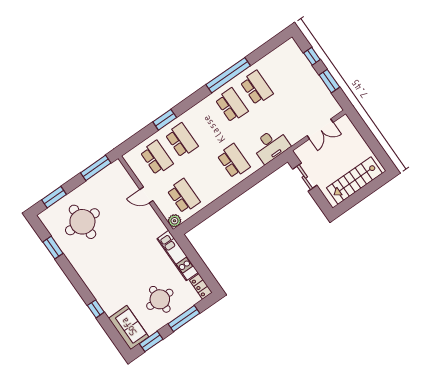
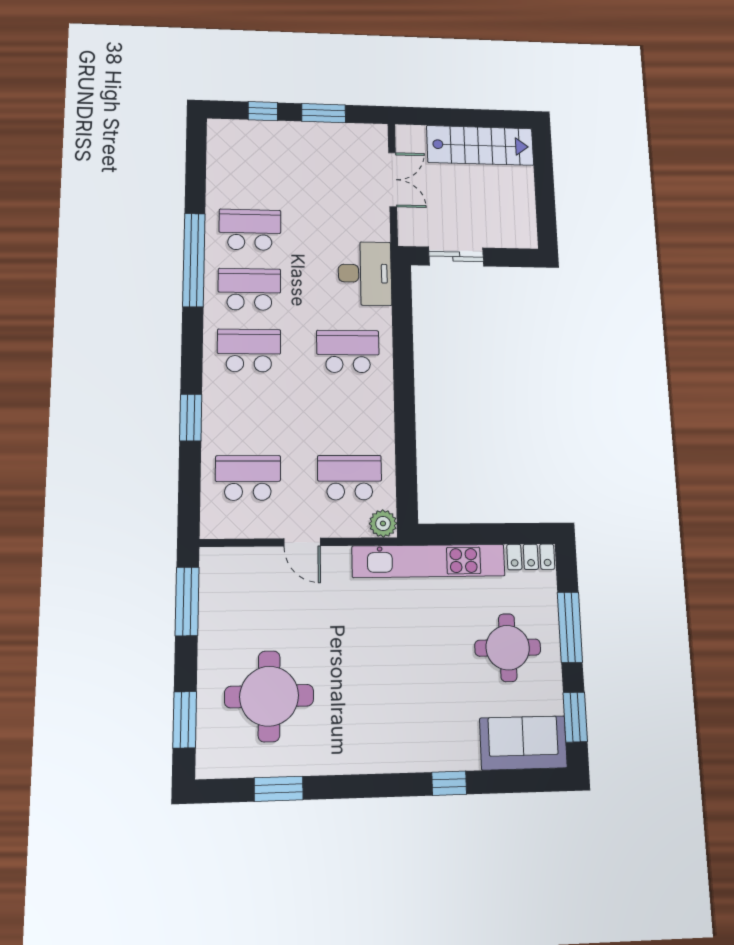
school desk: (182, 140) -> (249, 350), moved
stairs: (354, 181) -> (480, 145), moved, turned -90
door: (146, 195) -> (302, 542), hinge flipped
kitchen unit: (178, 256) -> (429, 561), width x1.36

